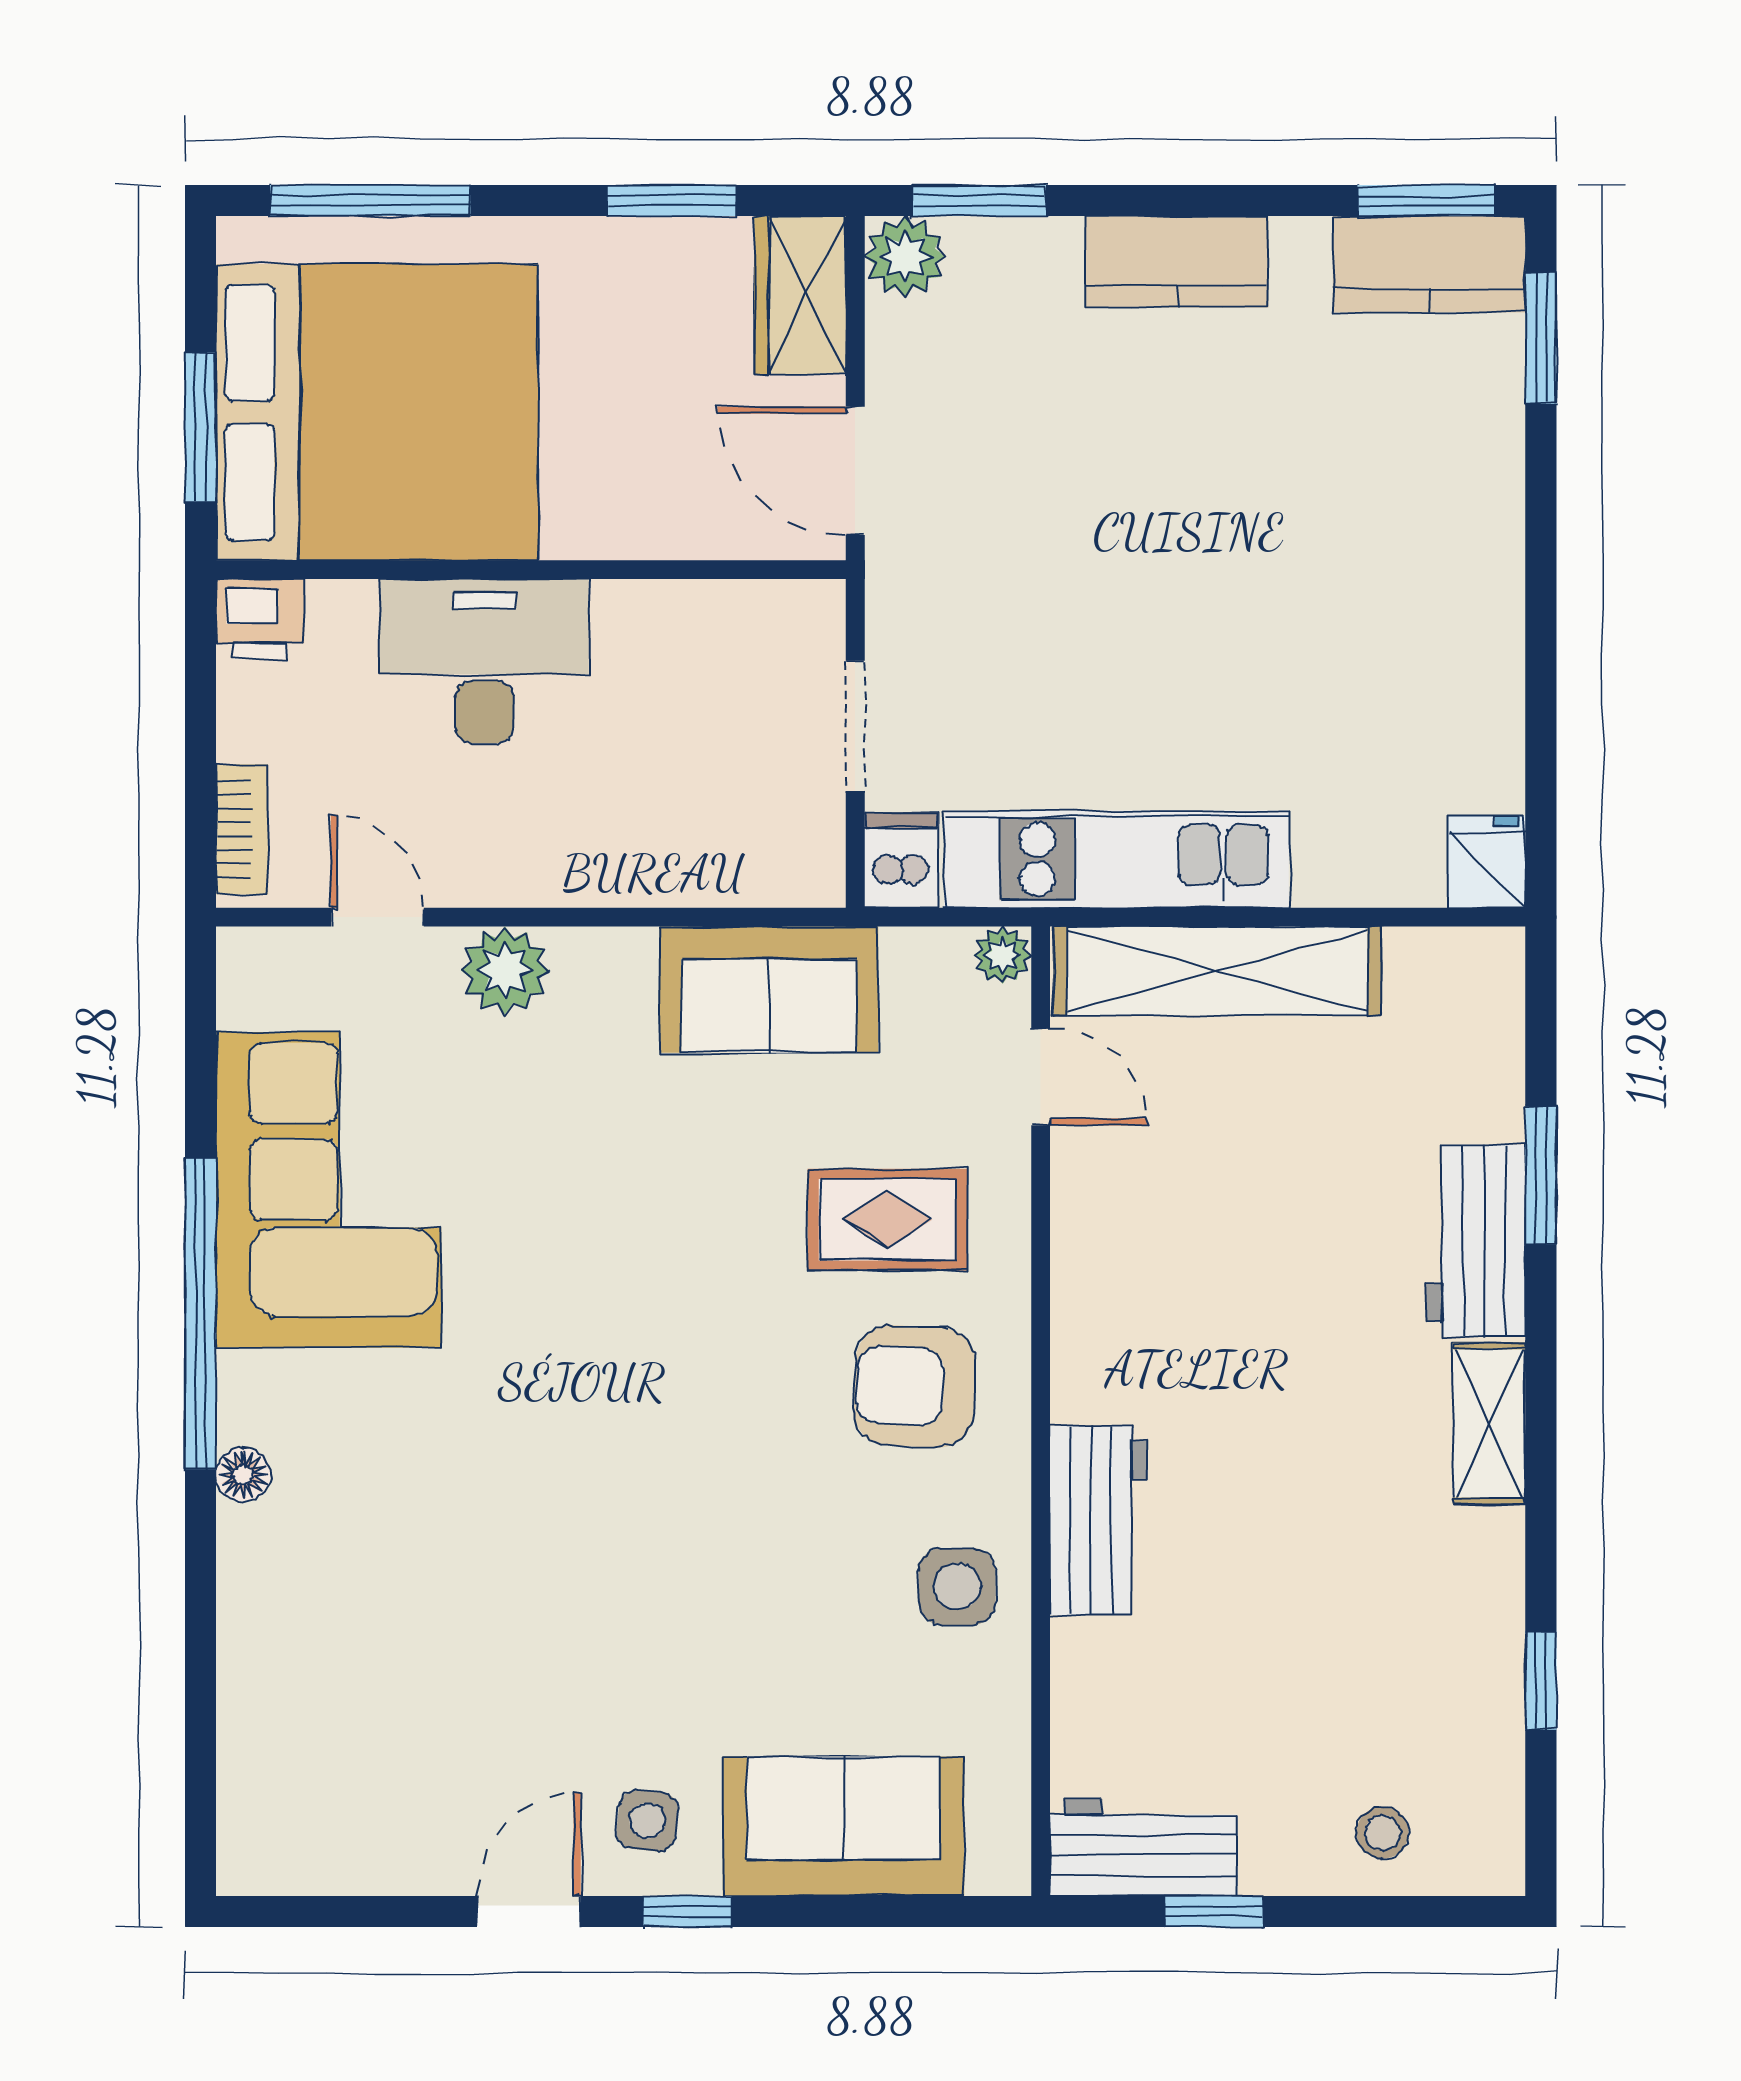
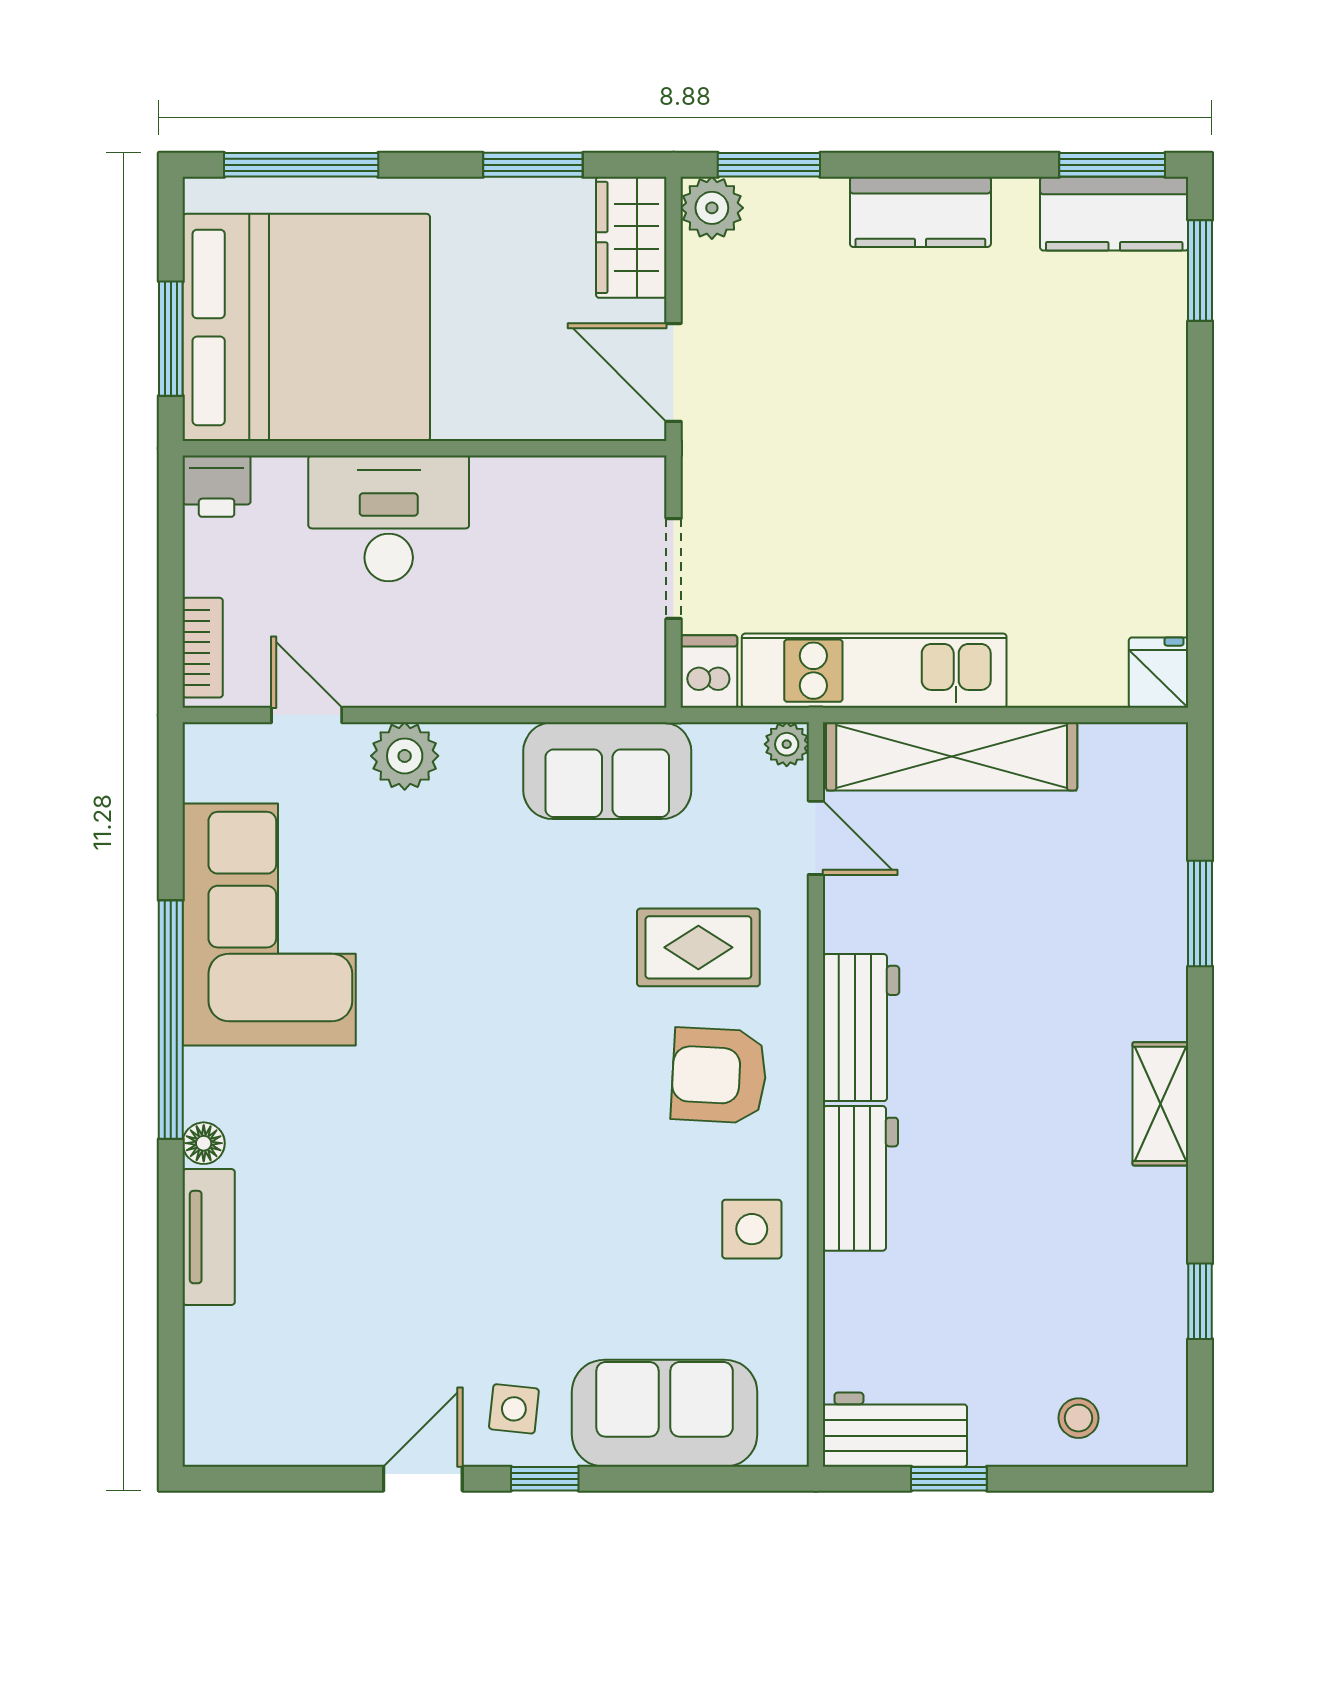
workbench: (1476, 1241) -> (861, 1028), moved, turned 180
tv unit: (250, 1597) -> (209, 1237), added

